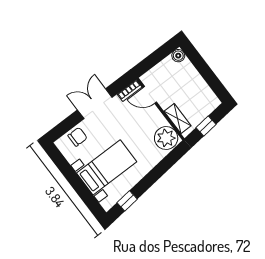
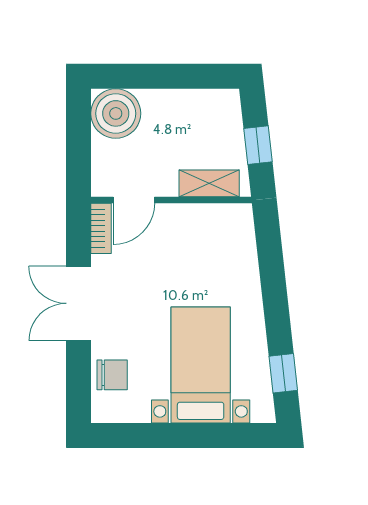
boiler: (178, 56) -> (116, 113), width x1.86, depth x1.86
chair: (78, 137) -> (112, 375), turned 90
plant: (166, 138) -> (227, 228), removed

